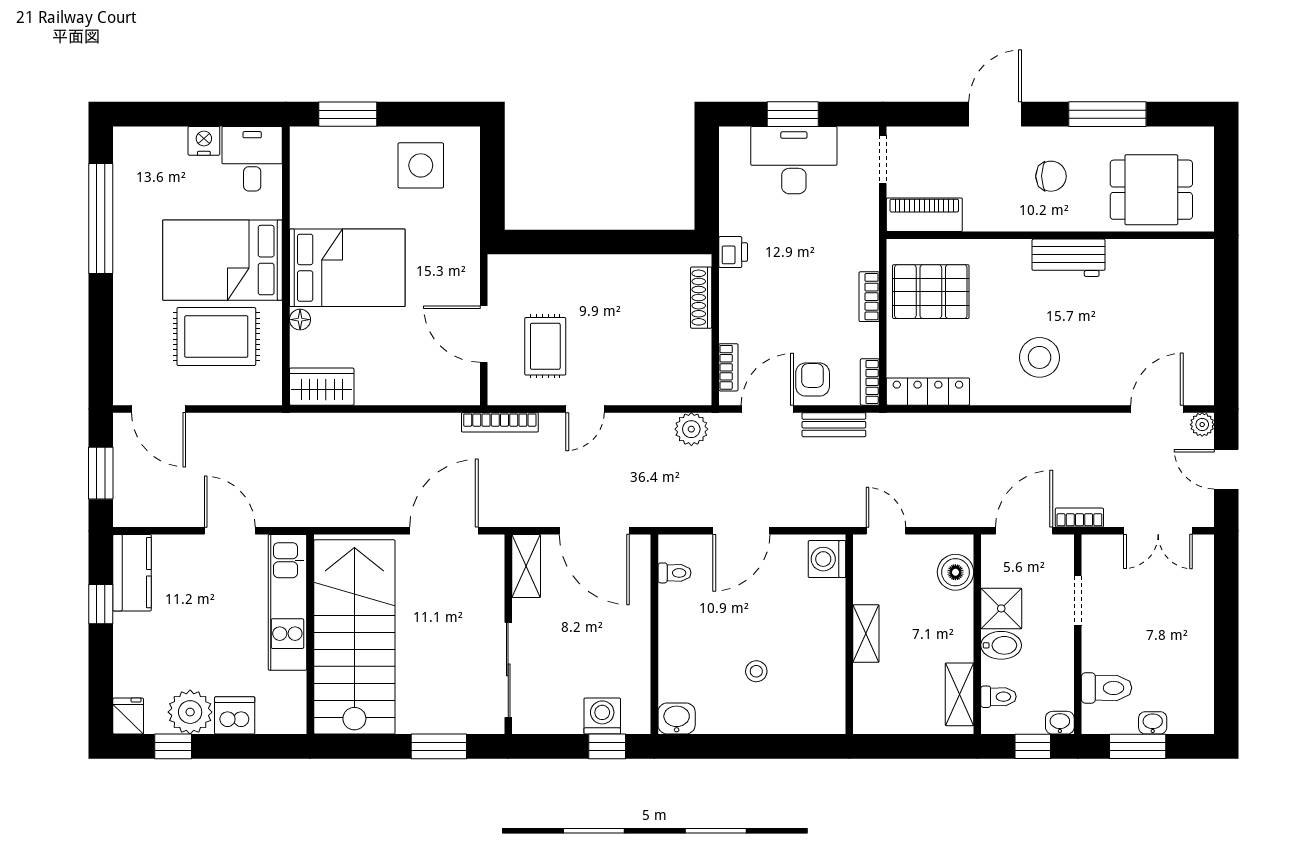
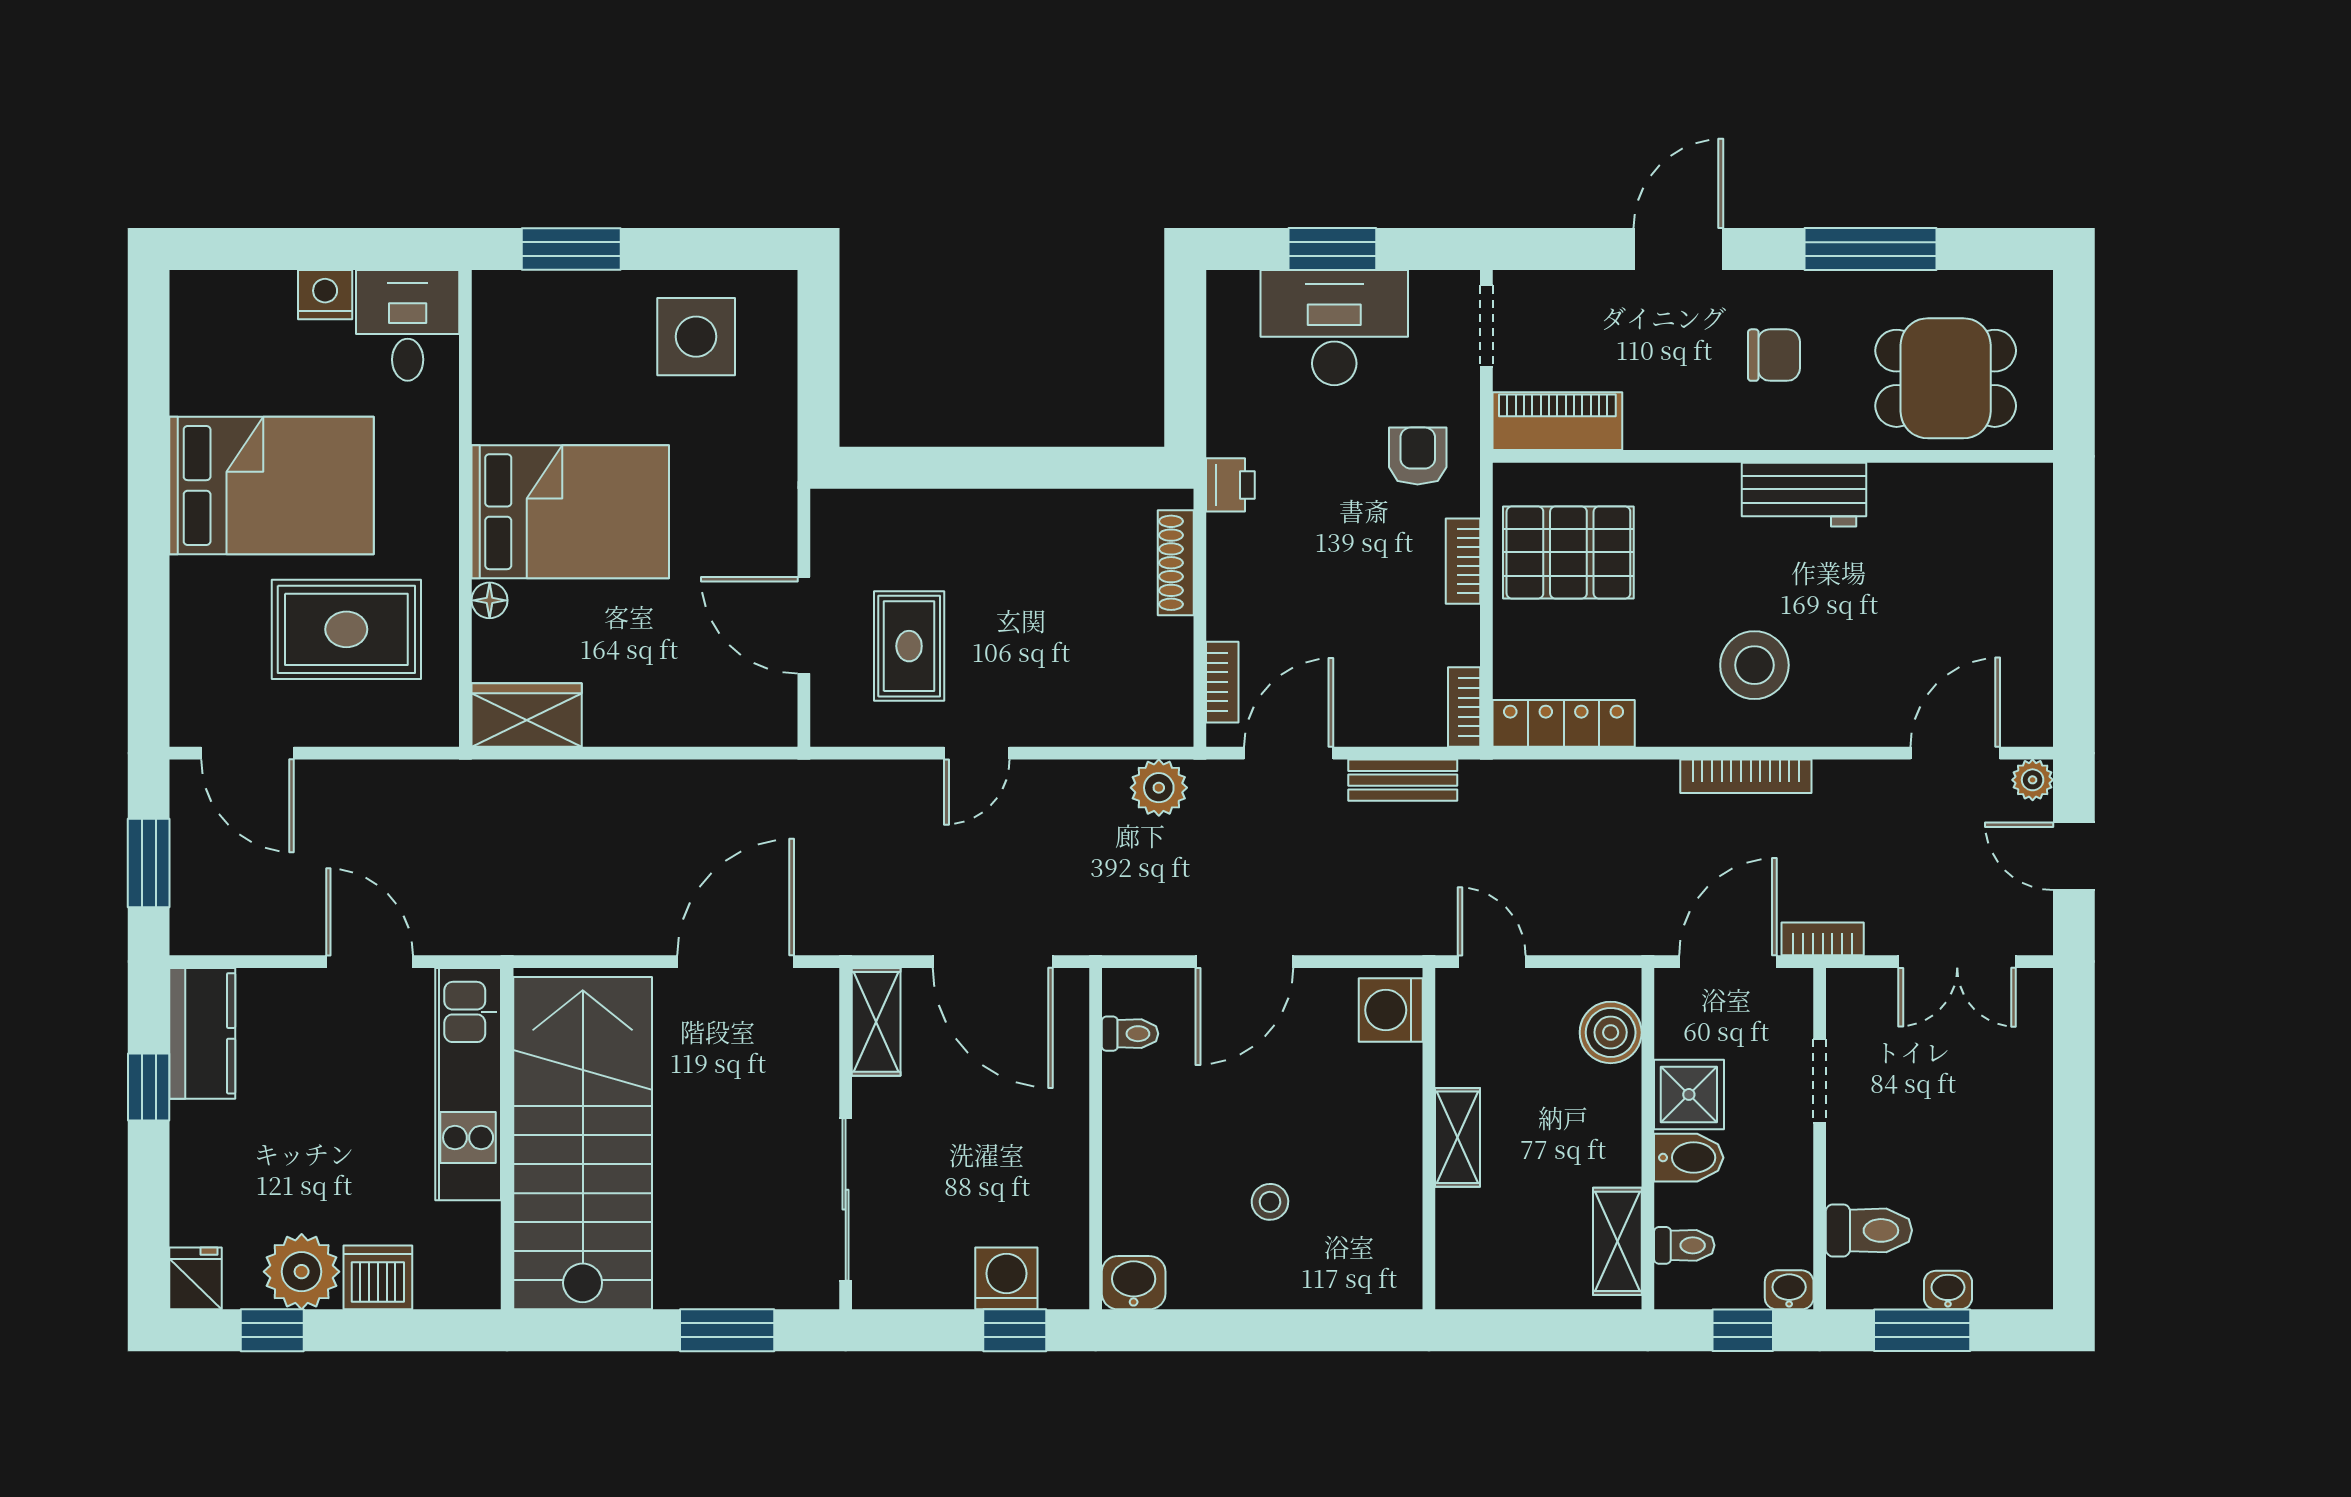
window: (101, 219) -> (149, 427), removed
bed: (223, 260) -> (272, 485), moved, turned 180
armchair: (813, 380) -> (1418, 456), moved
bookcase: (500, 422) -> (1746, 776), moved

